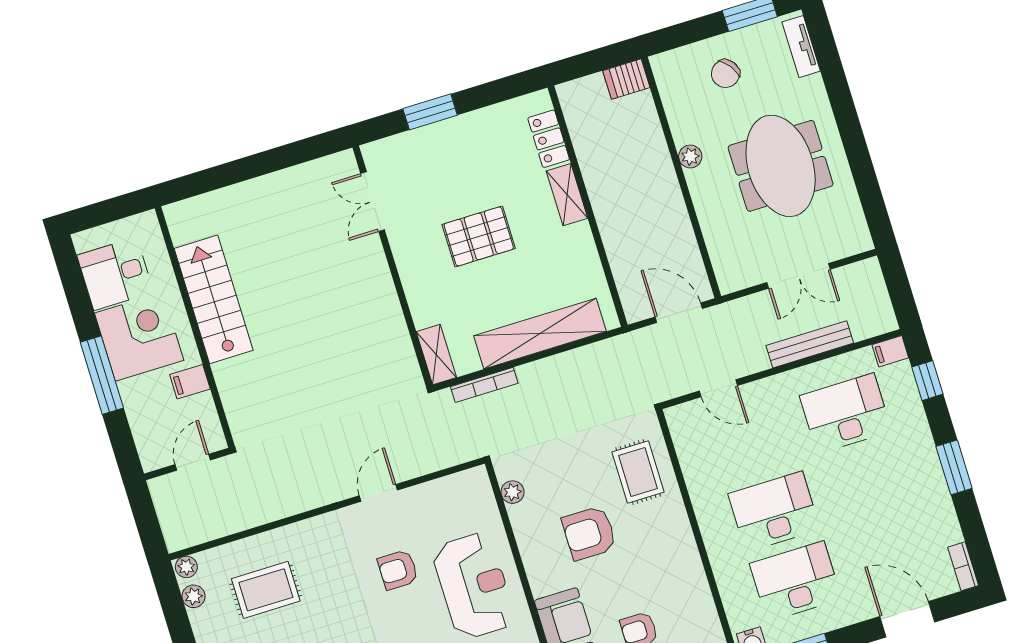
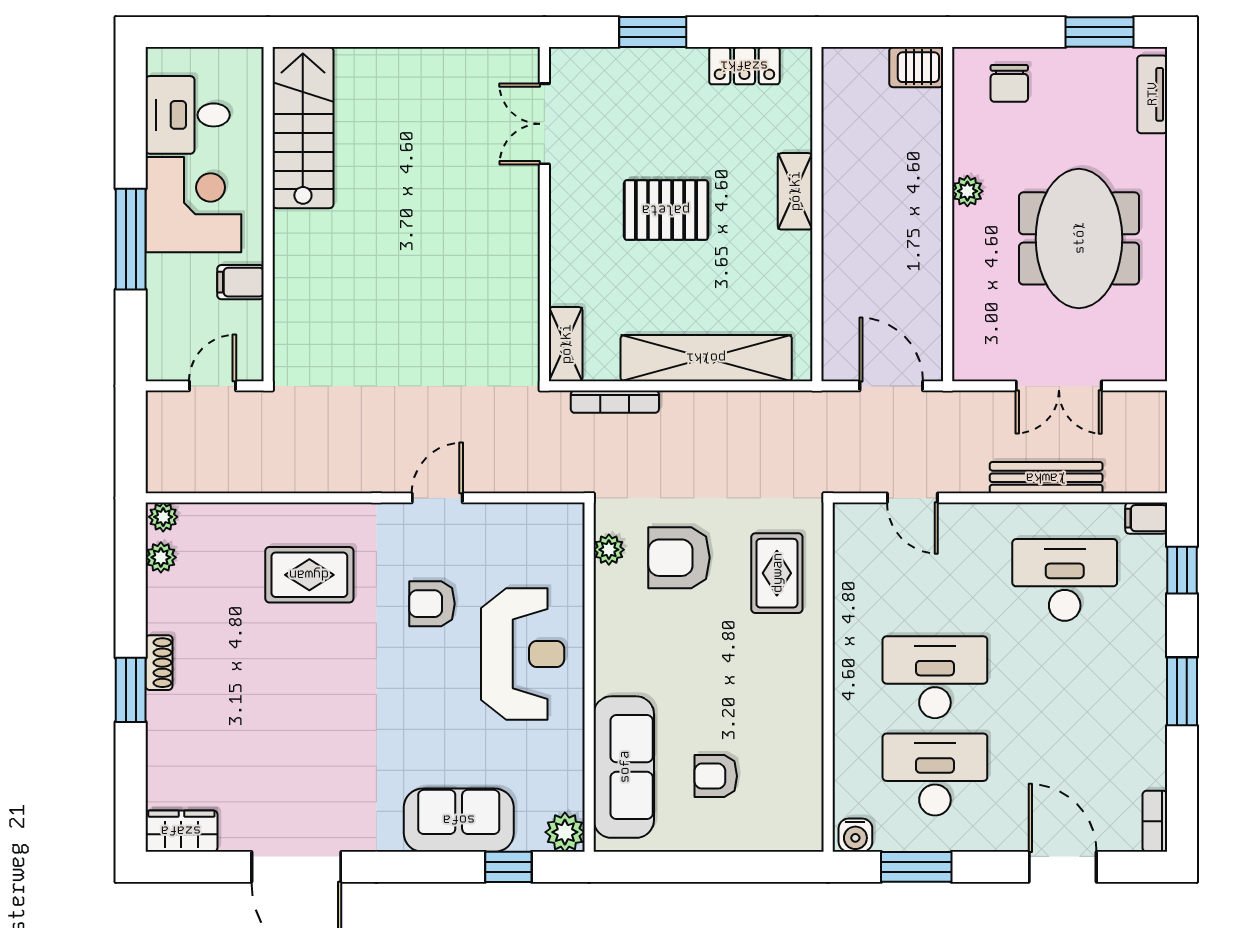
chair: (725, 74) -> (1009, 83), moved, turned -54
locker: (549, 139) -> (744, 66), moved, turned -90
stairs: (214, 299) -> (303, 128), moved
armchair: (589, 533) -> (679, 558), moved
rug: (266, 590) -> (309, 575), moved

